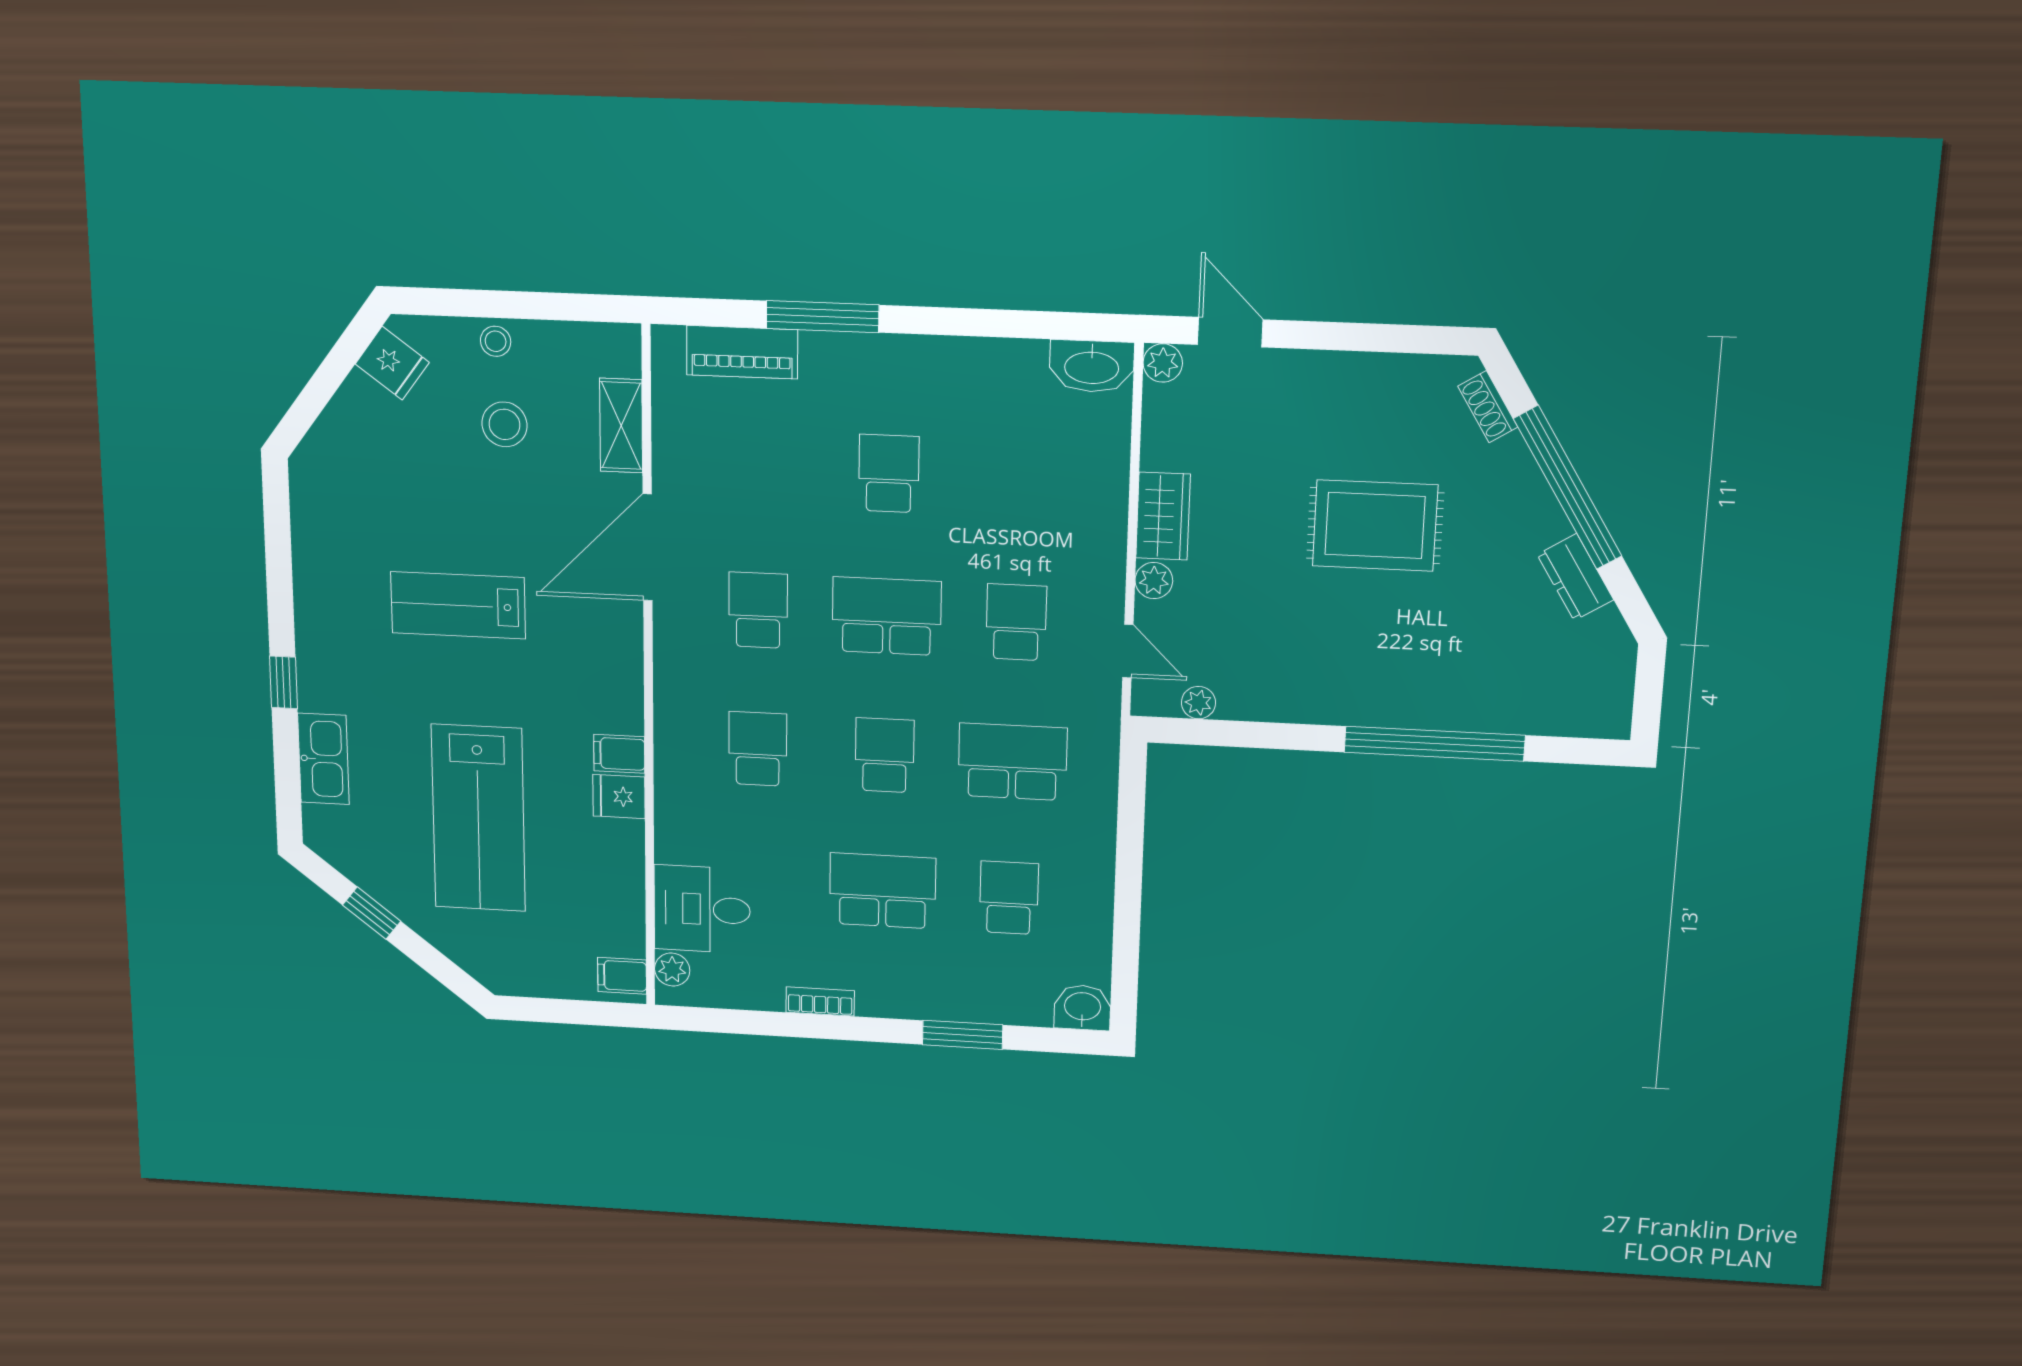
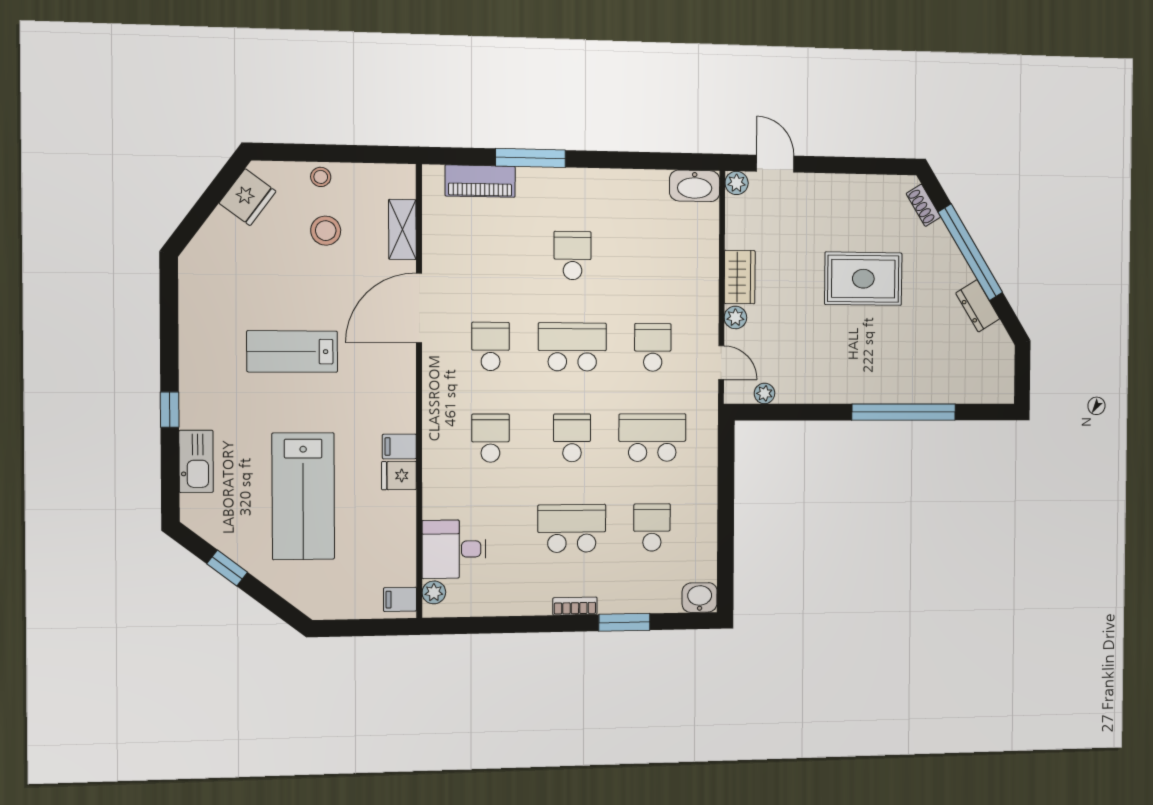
fridge: (392, 363) -> (248, 197), width x1.38
bookcase: (820, 1001) -> (575, 606), moved

